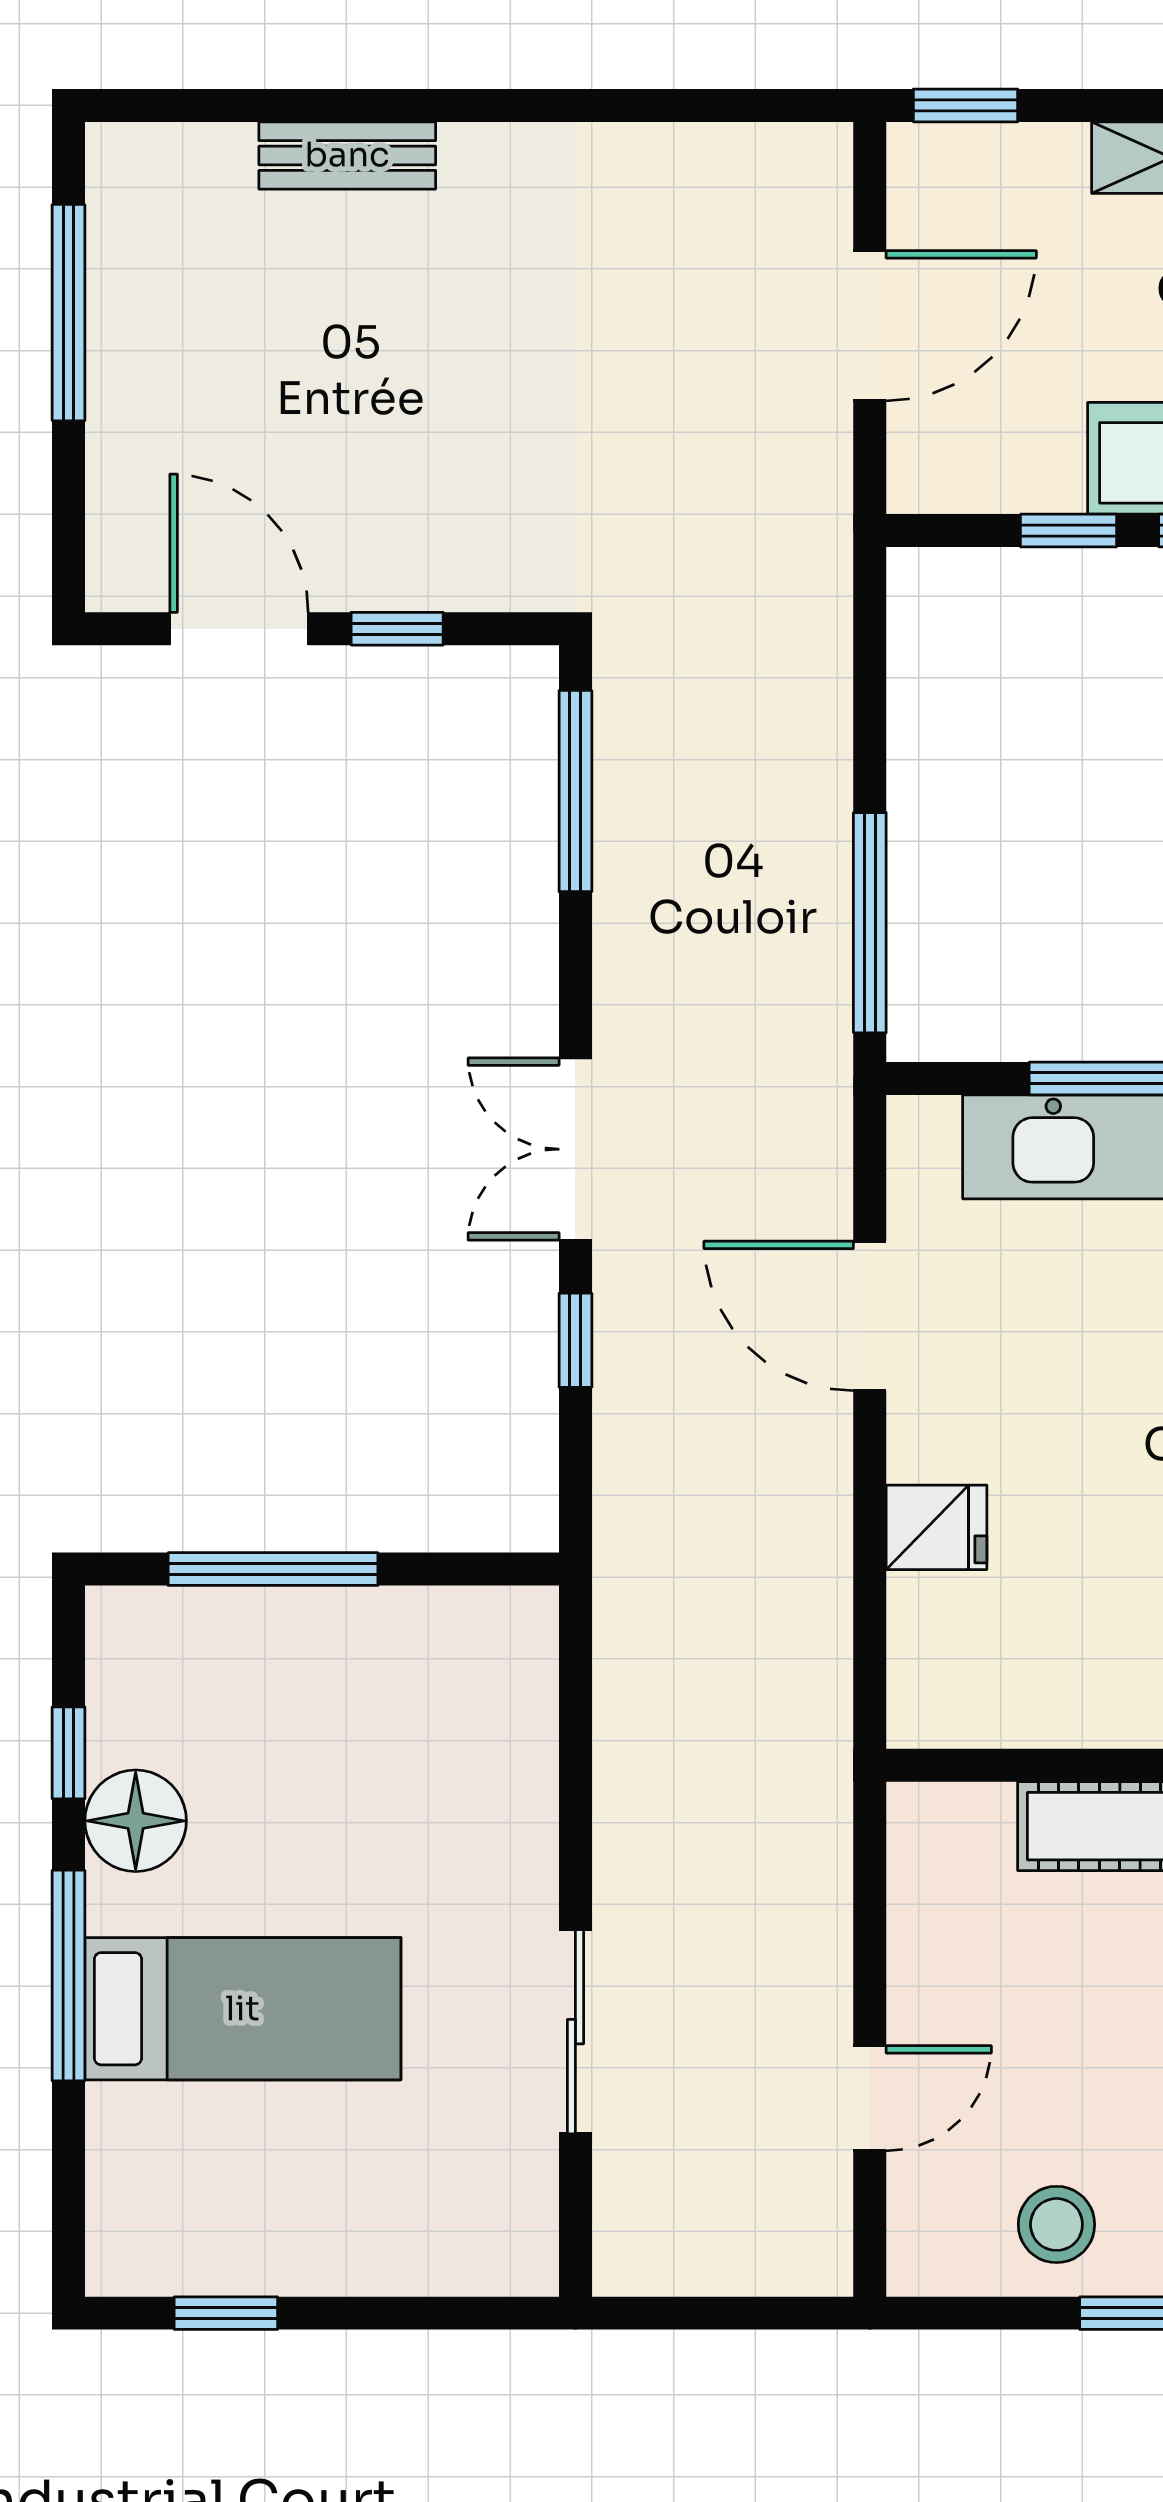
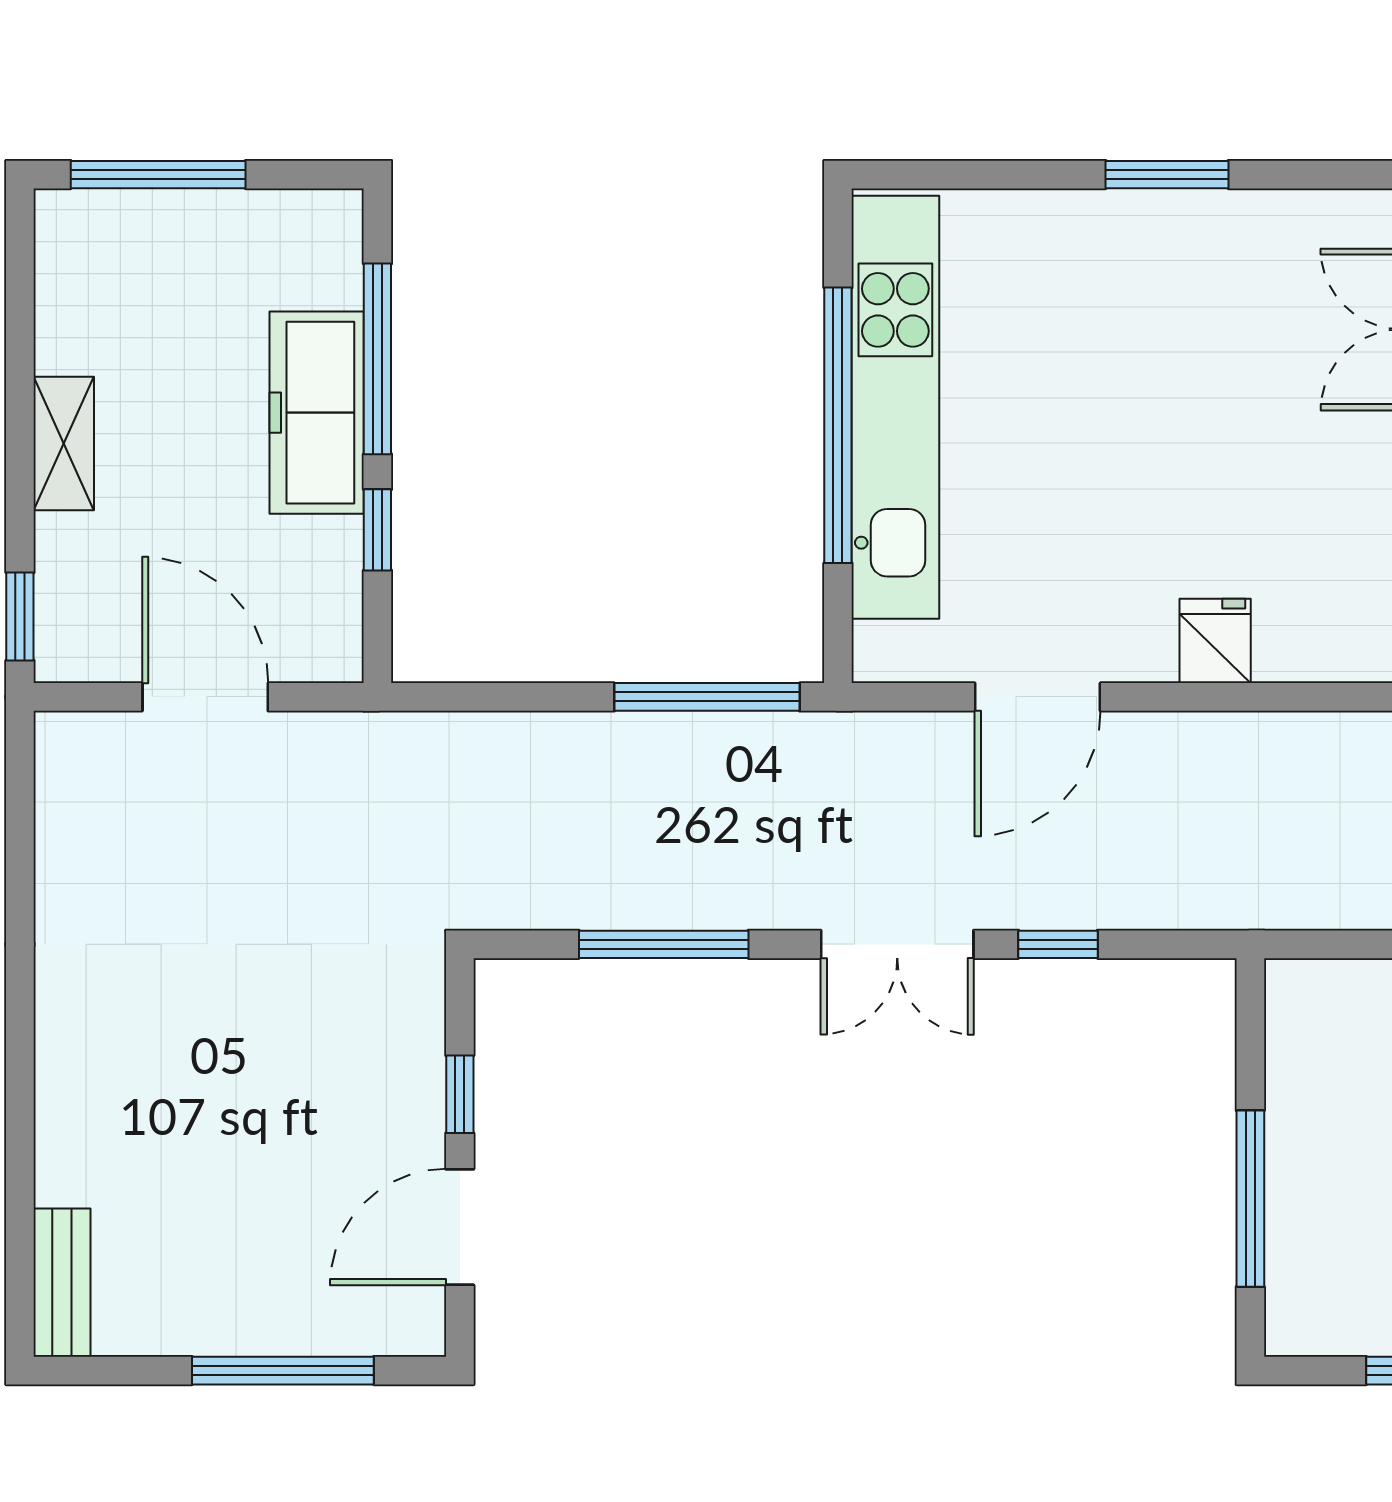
bench: (347, 155) -> (62, 1283), moved
window: (68, 313) -> (283, 1371), moved
window: (575, 791) -> (664, 944), moved

